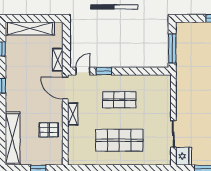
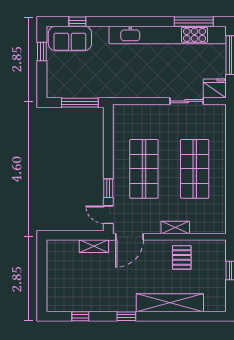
shelving: (30, 28) -> (55, 281), removed
shop shelf: (119, 100) -> (144, 169), width x1.43, depth x1.36
shelving: (73, 114) -> (175, 227), moved
shelving: (13, 138) -> (170, 303), moved

